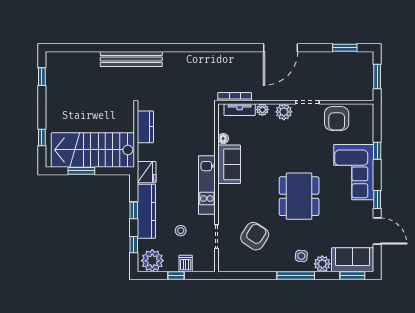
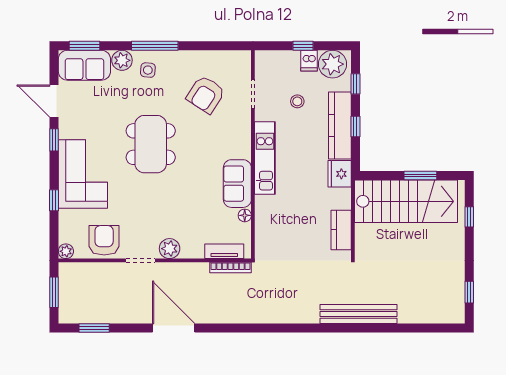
door: (281, 48) -> (174, 328), hinge flipped
plant: (262, 110) -> (66, 251), moved
dishwasher: (186, 264) -> (309, 61), moved

